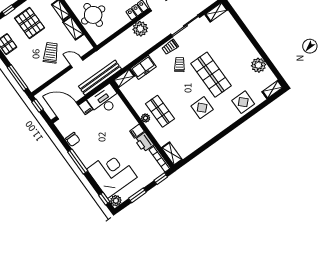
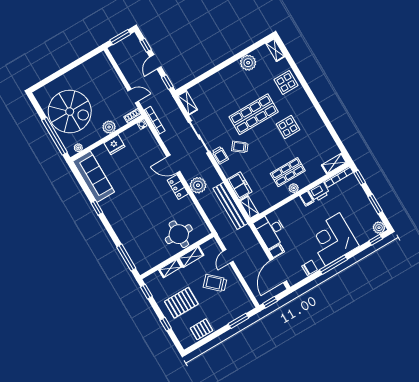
window: (17, 78) -> (238, 321), width x0.69
bench: (100, 78) -> (230, 206), moved
corner desk: (112, 173) -> (333, 239), moved

